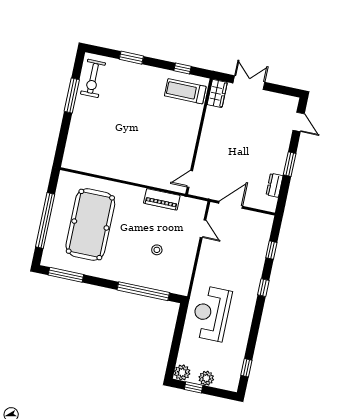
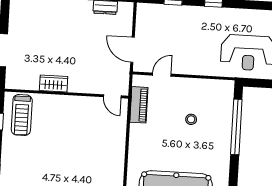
wardrobe: (217, 93) -> (54, 84), moved
piano: (162, 199) -> (139, 105), moved

